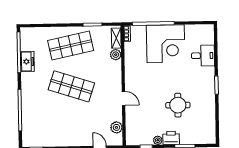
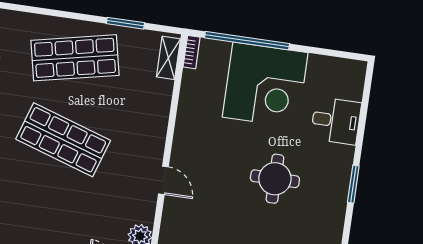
plant: (116, 55) -> (162, 91), removed
round table: (178, 105) -> (275, 179), moved

